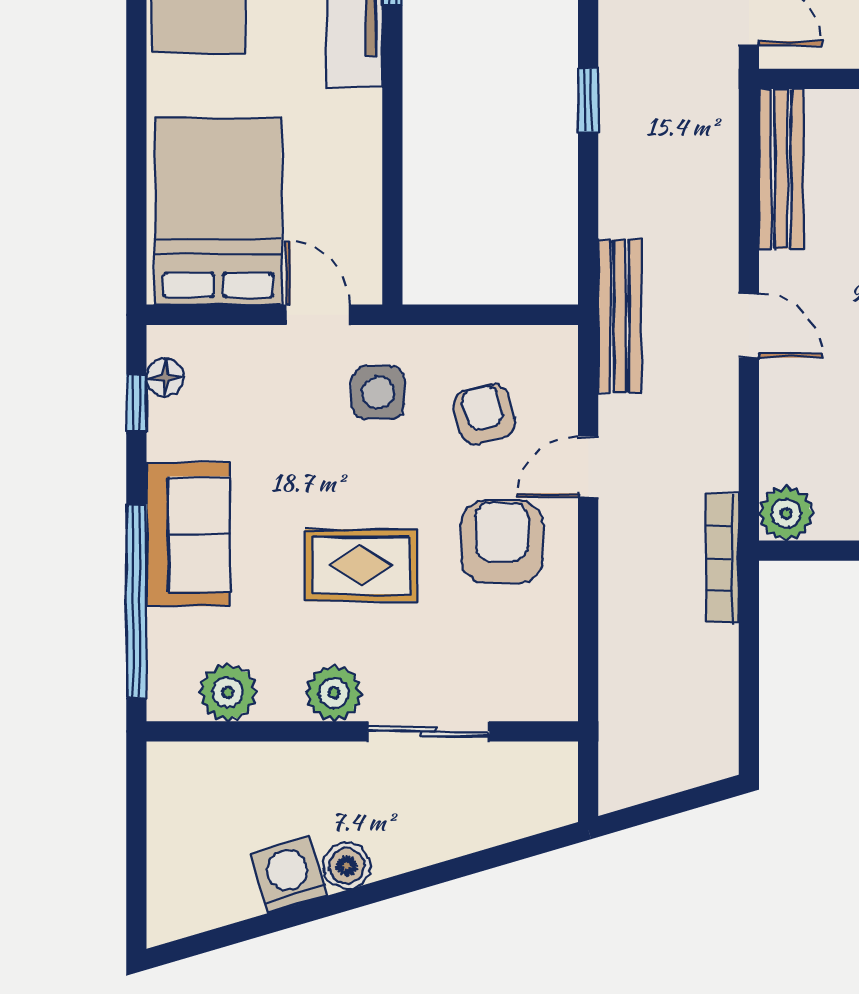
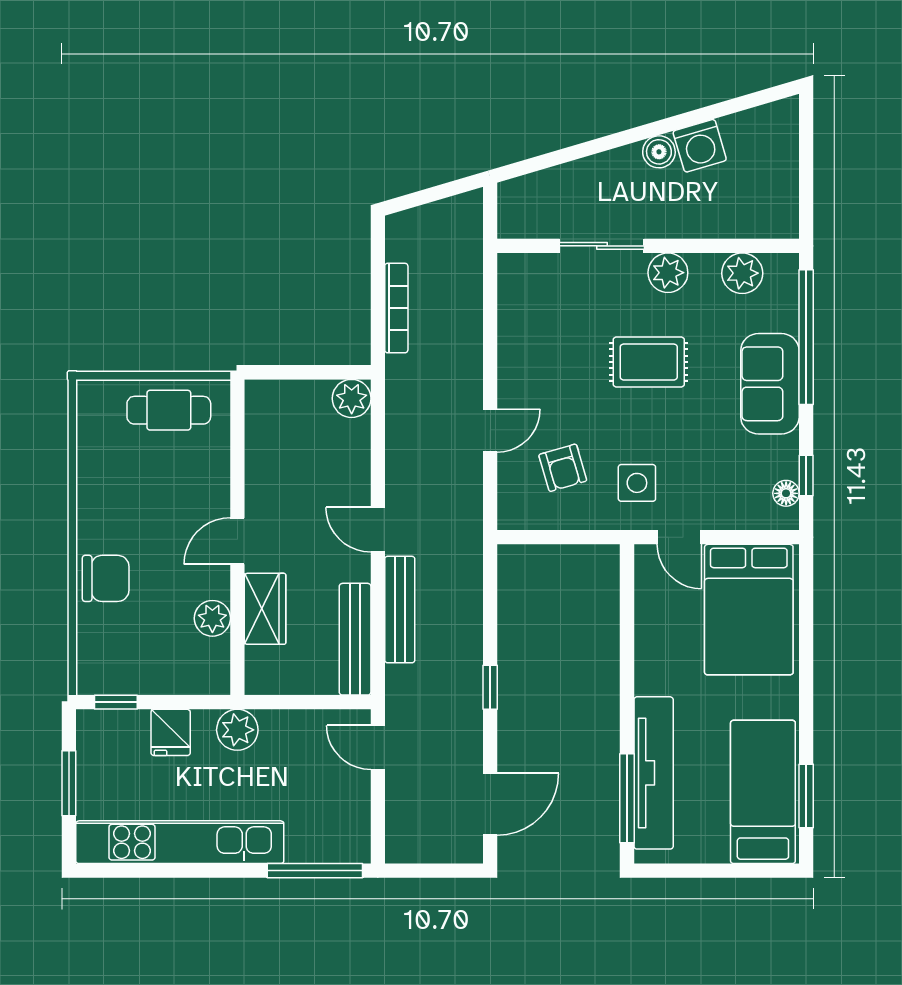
bench: (620, 316) -> (400, 610), moved
armchair: (502, 542) -> (550, 379), removed
bookcase: (722, 558) -> (396, 308), moved

